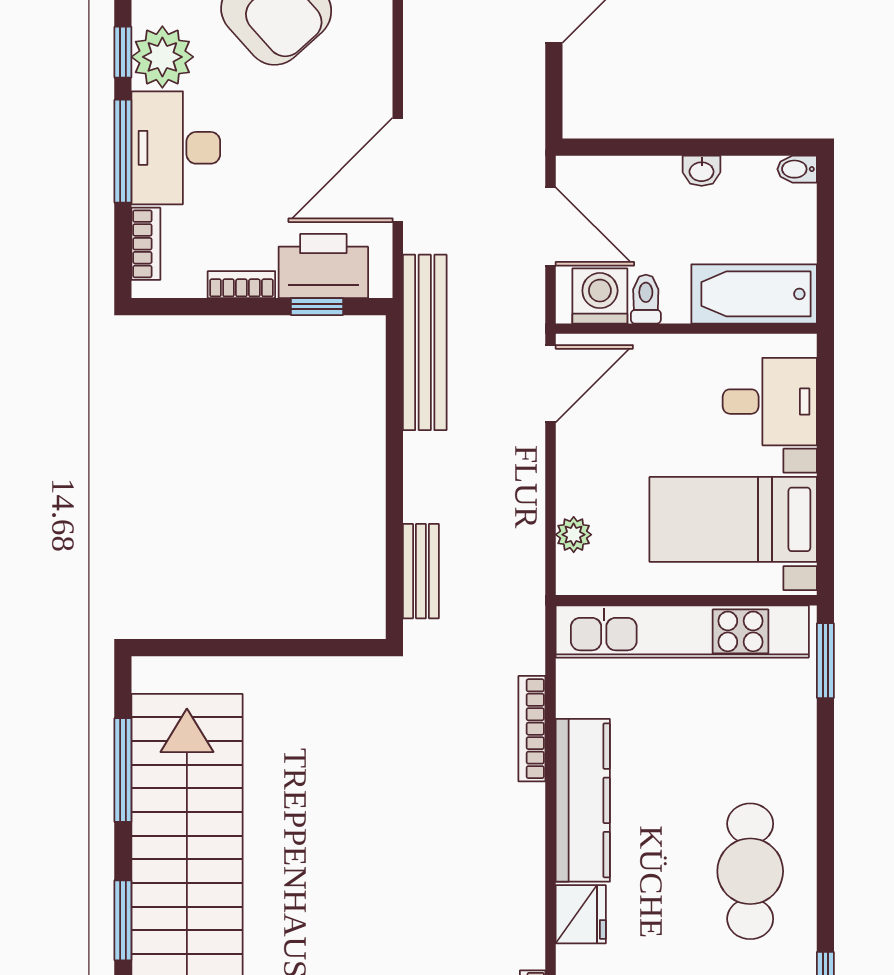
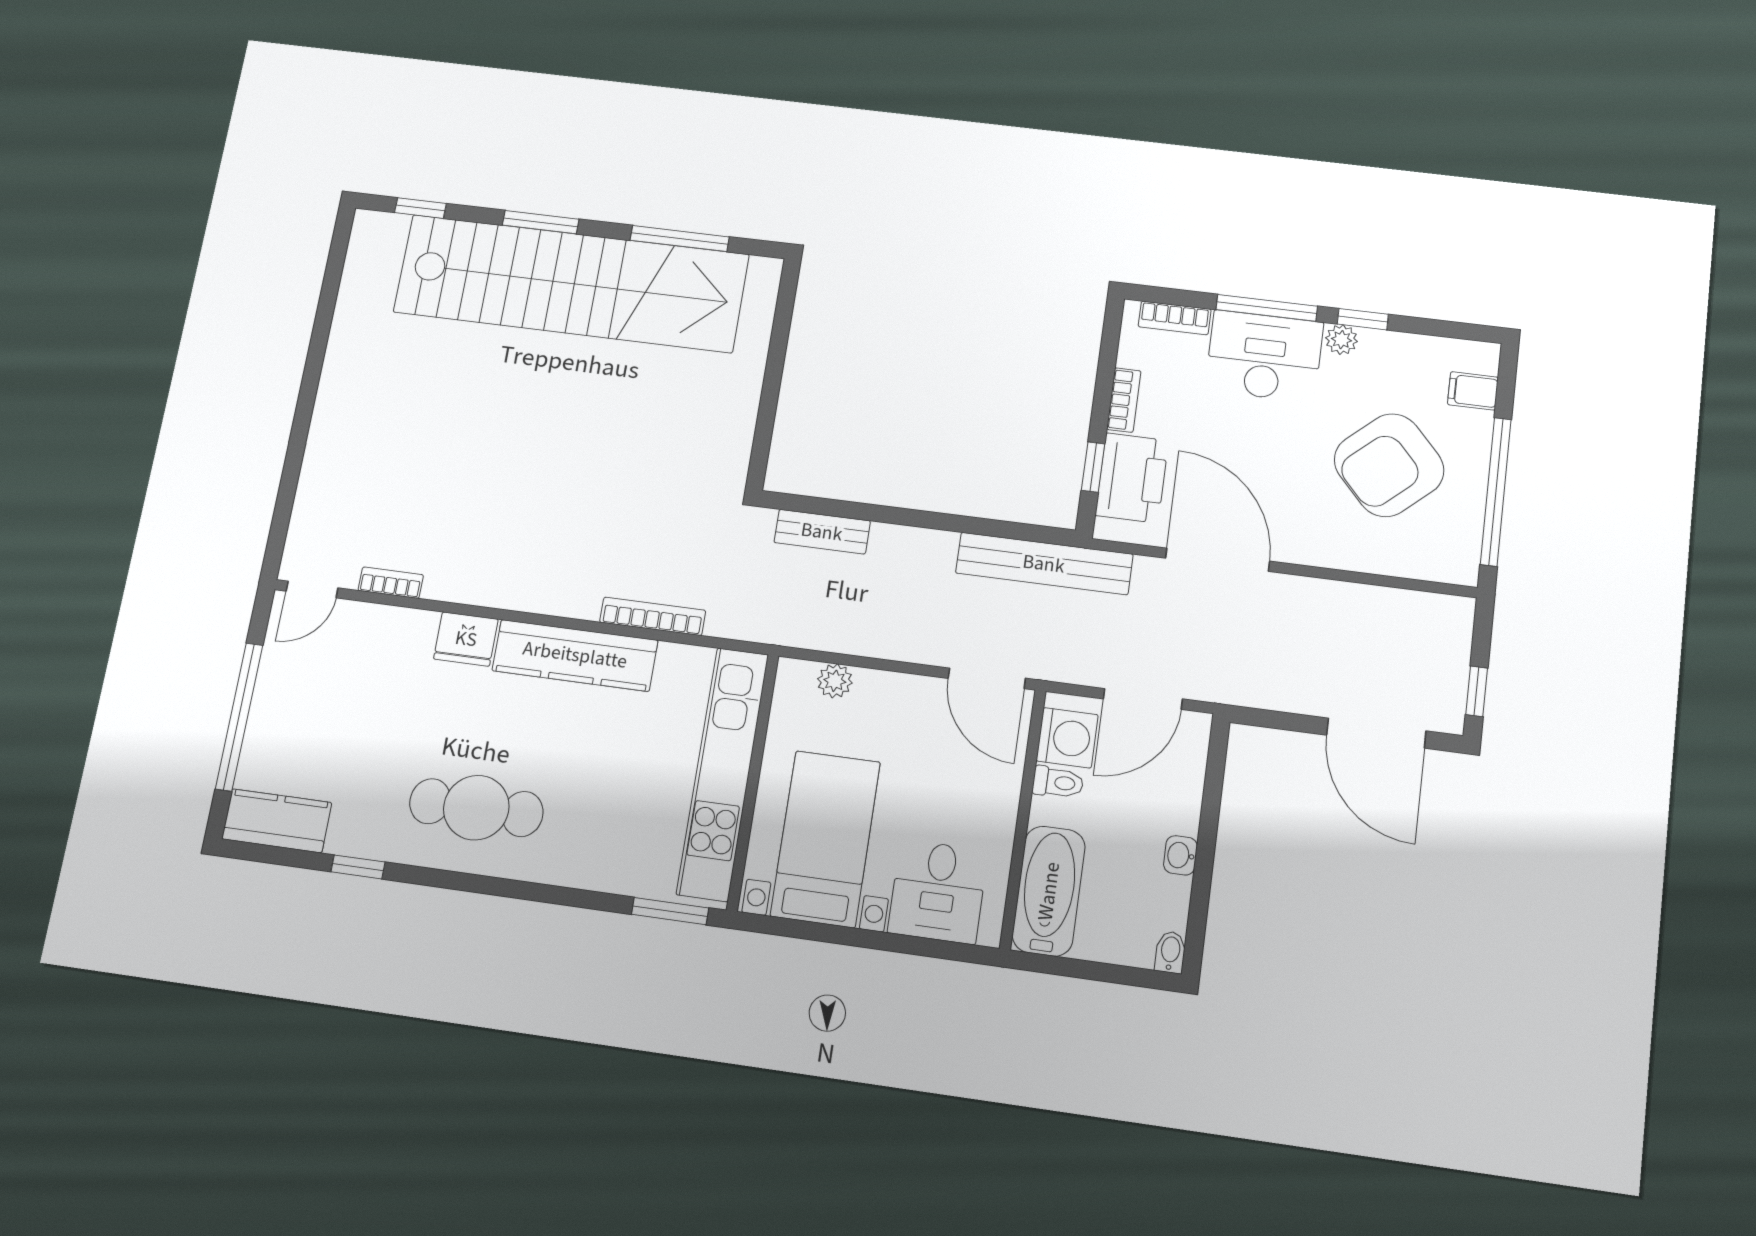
plant: (162, 57) -> (1342, 340), width x0.53, depth x0.53

